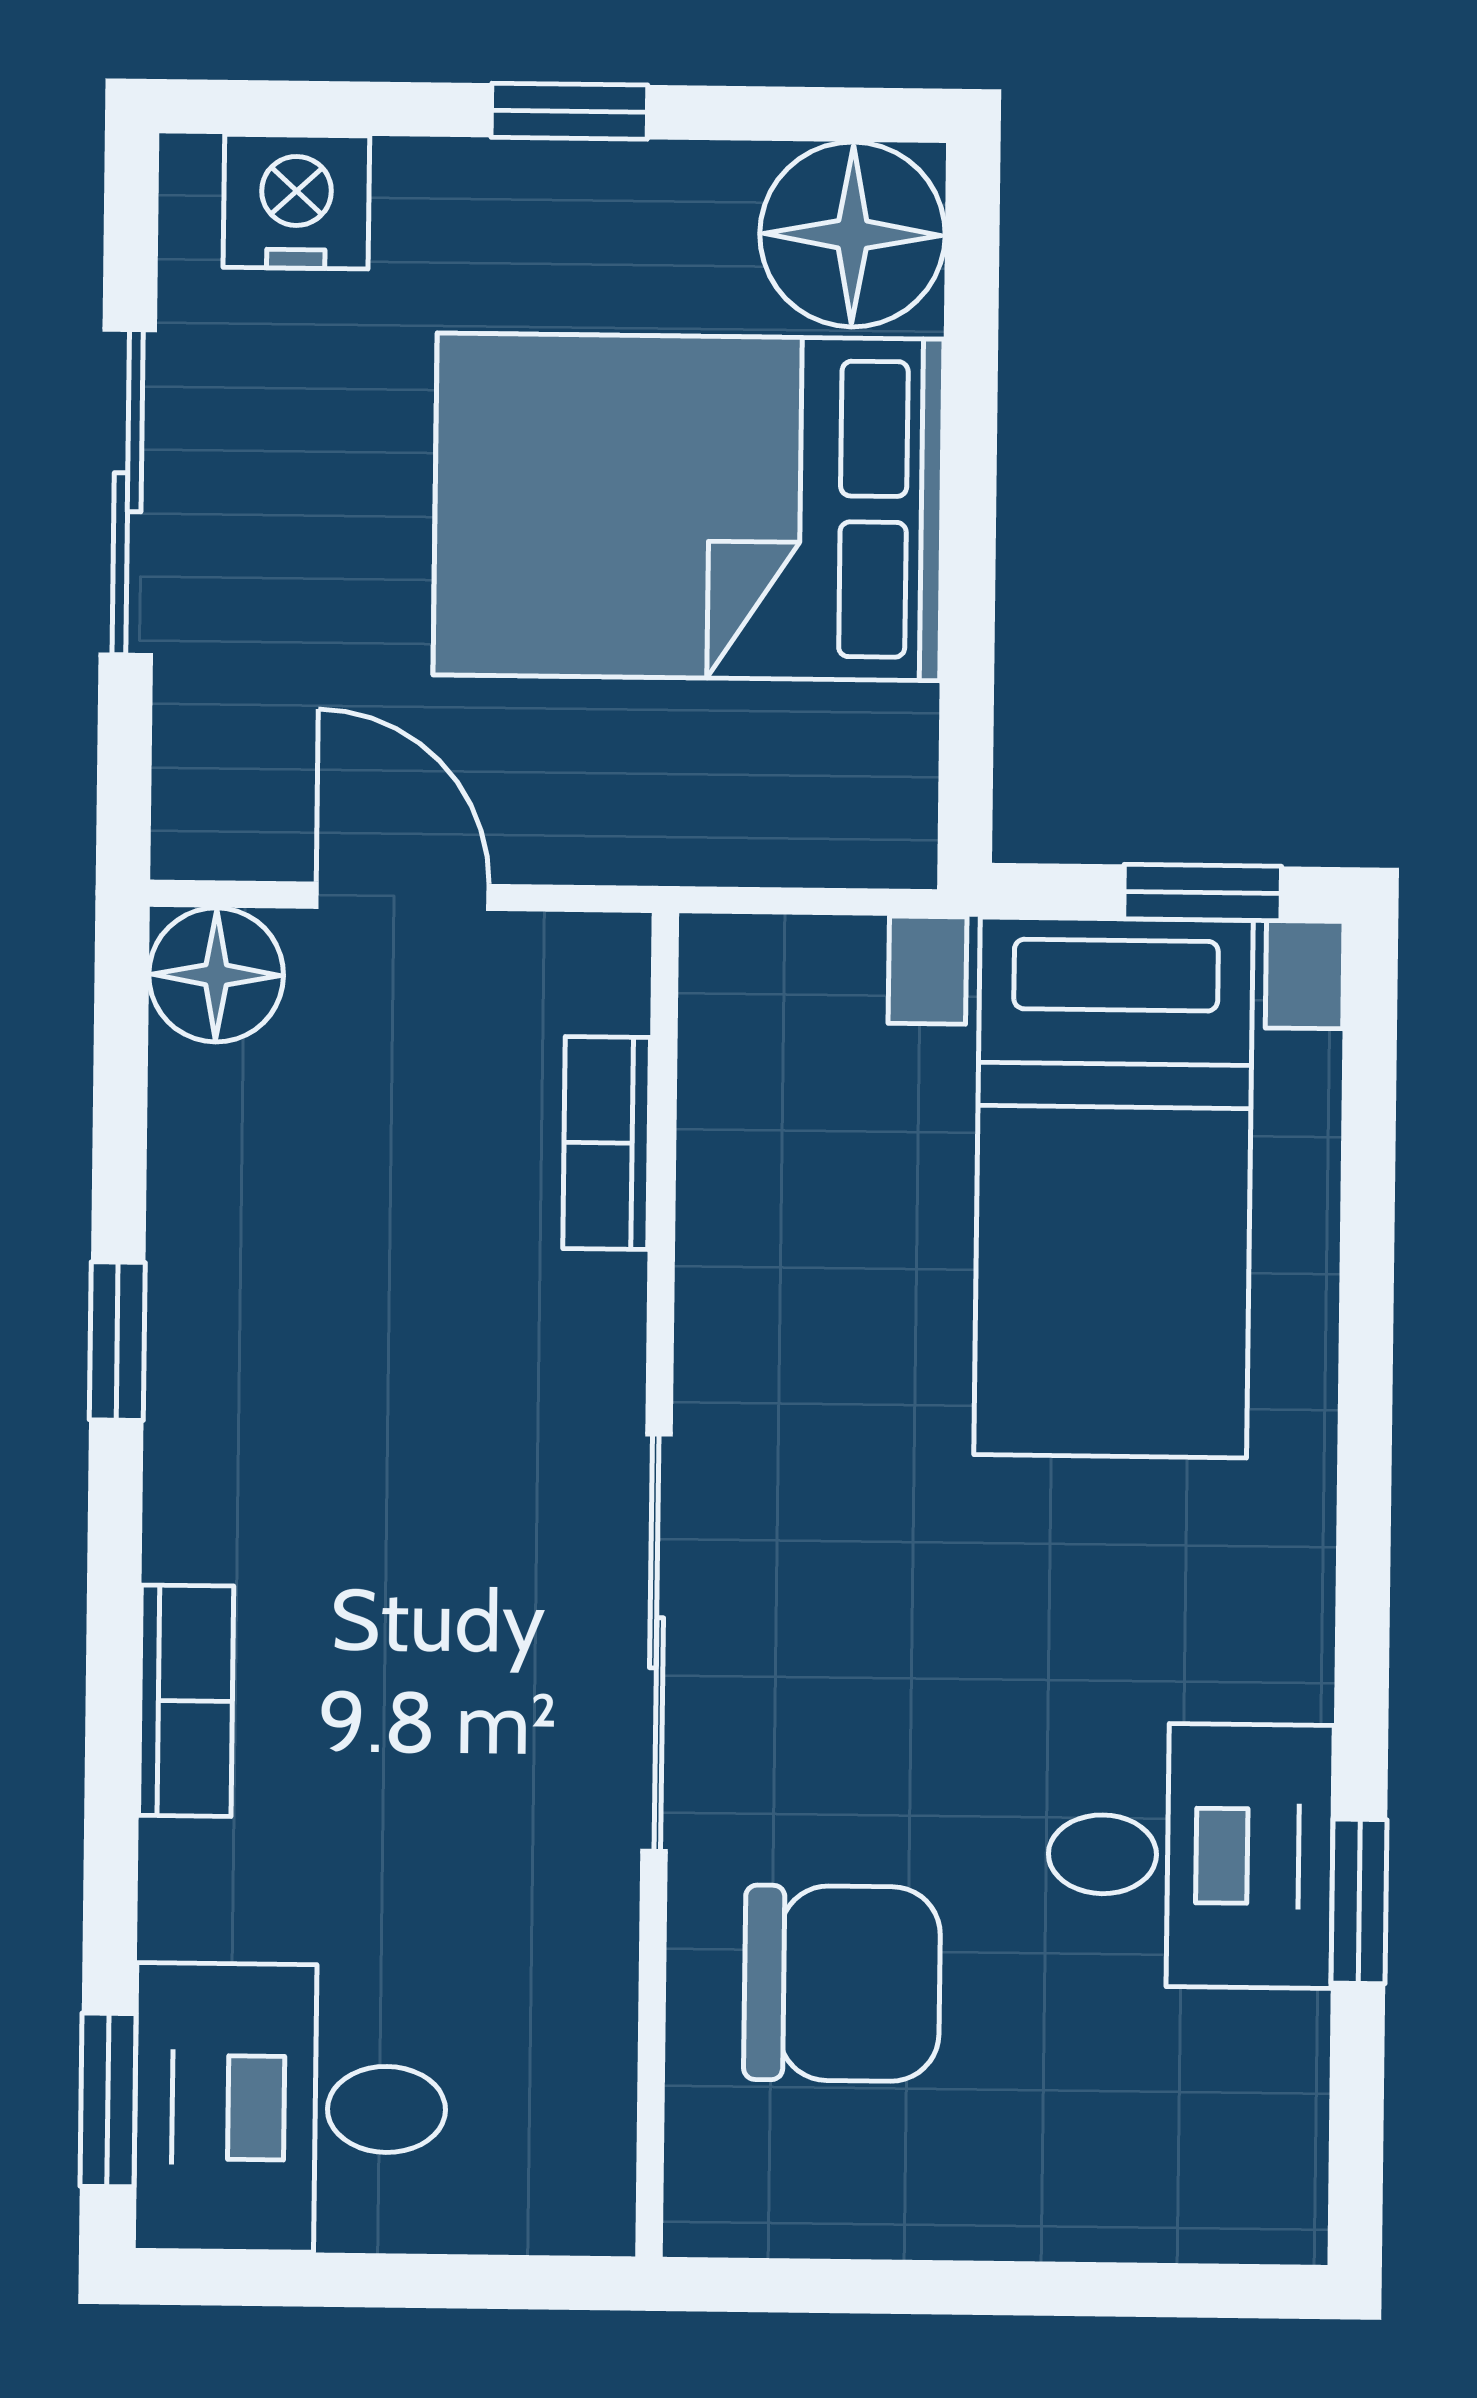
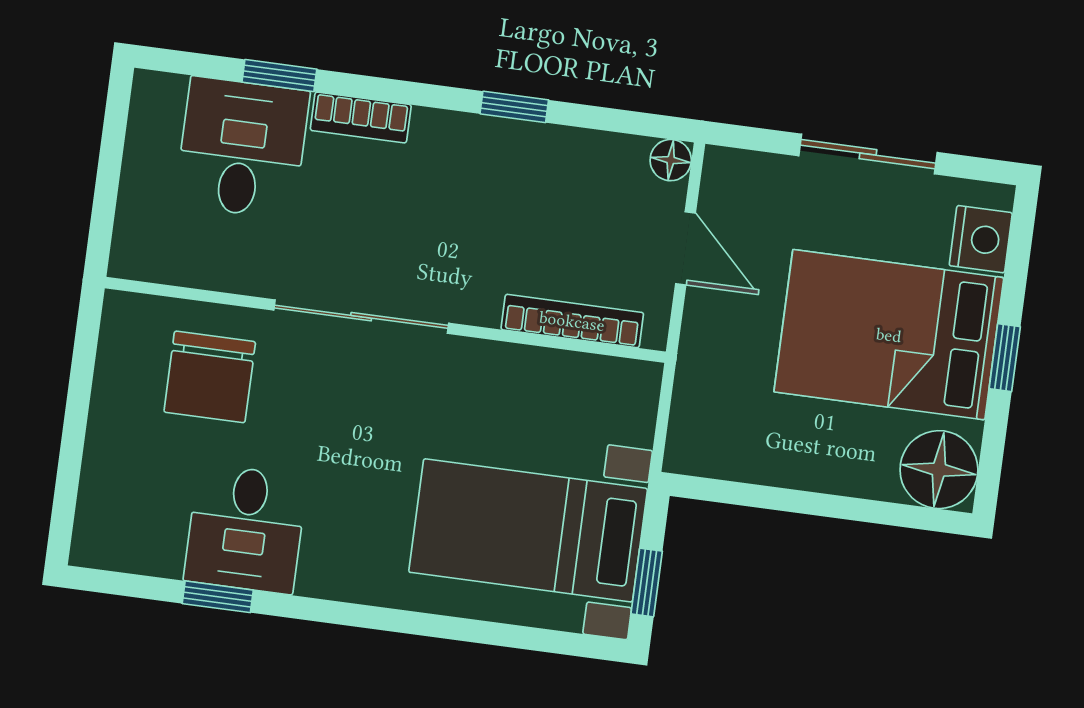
bed: (689, 507) -> (889, 335), moved, turned -90
door: (403, 896) -> (685, 248), hinge flipped
floor lamp: (216, 975) -> (671, 160), width x0.73, depth x0.73
bookcase: (607, 1143) -> (572, 321), width x1.56
window: (108, 2100) -> (279, 76), moved
desk: (290, 2108) -> (242, 148), moved

